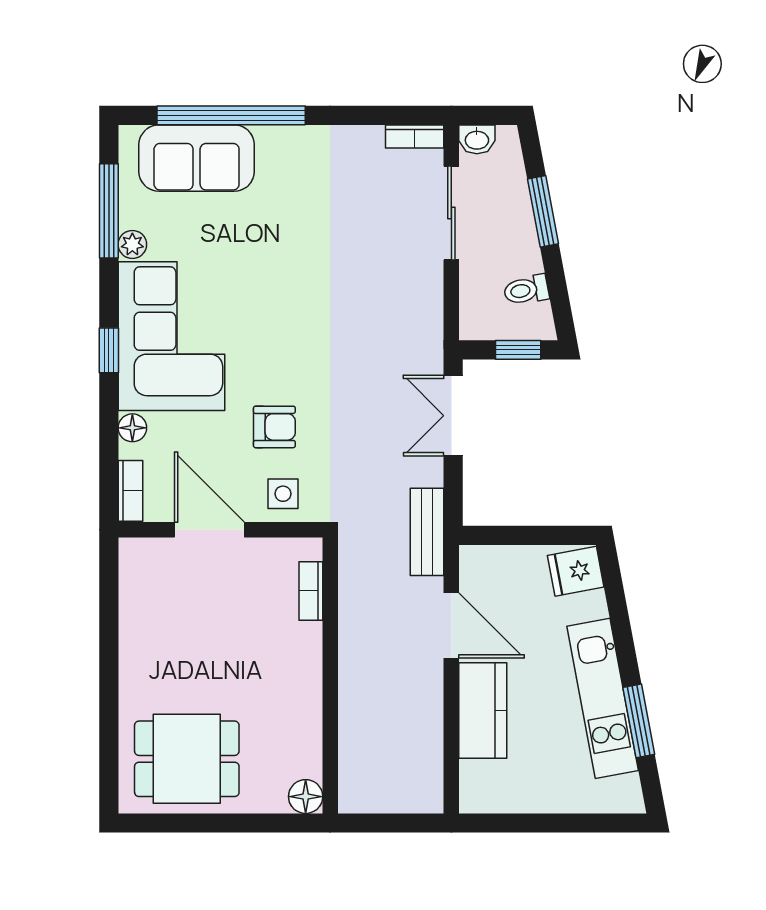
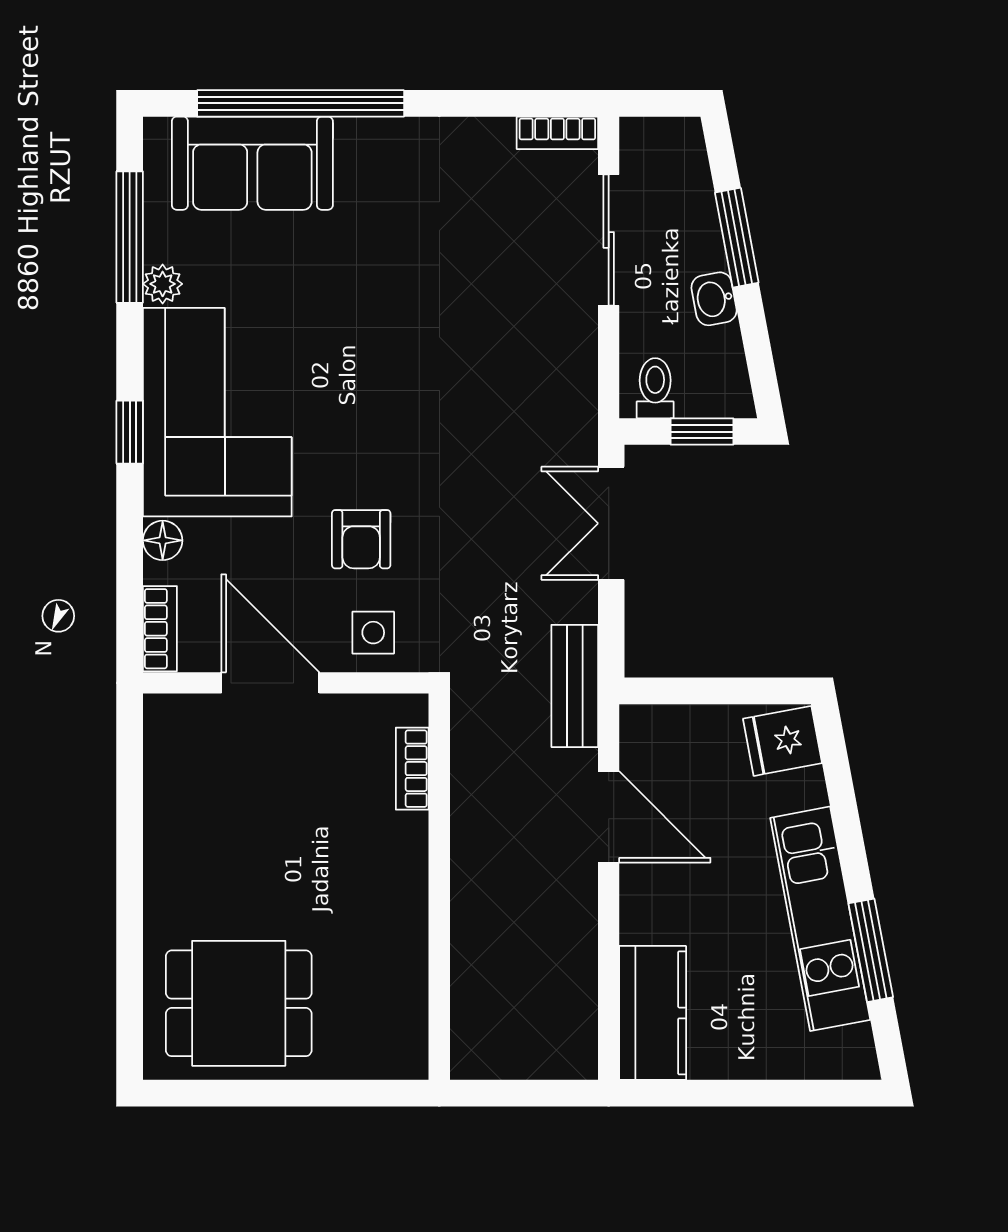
washbasin: (477, 139) -> (714, 299), moved, turned 79
toilet: (526, 290) -> (655, 388), moved, turned 101
armchair: (274, 427) -> (361, 539), turned 90
kitchen counter: (483, 711) -> (653, 1013), moved
floor lamp: (306, 797) -> (405, 1056), removed

